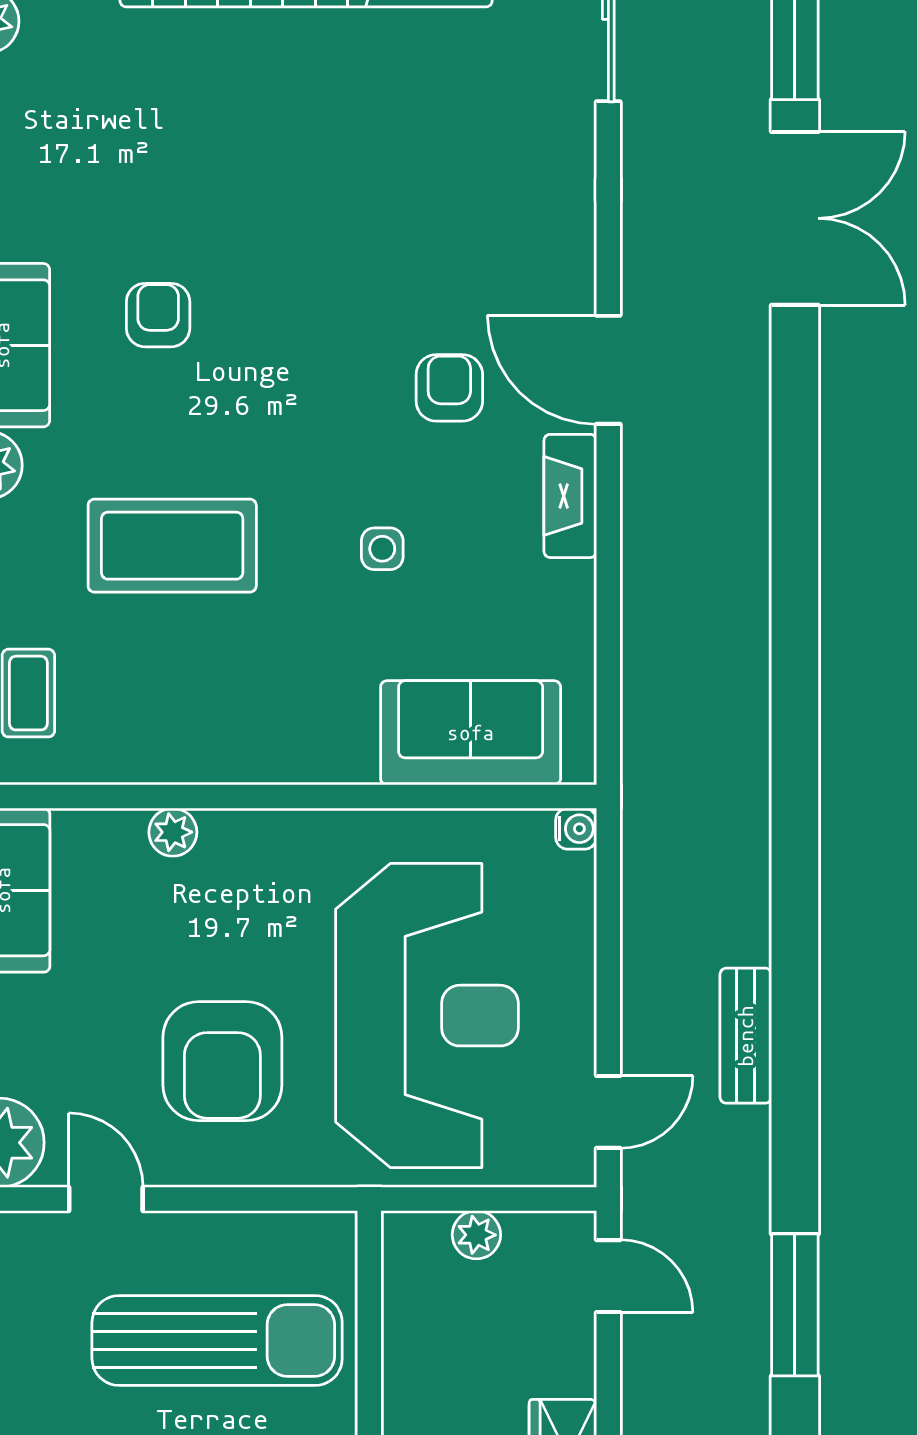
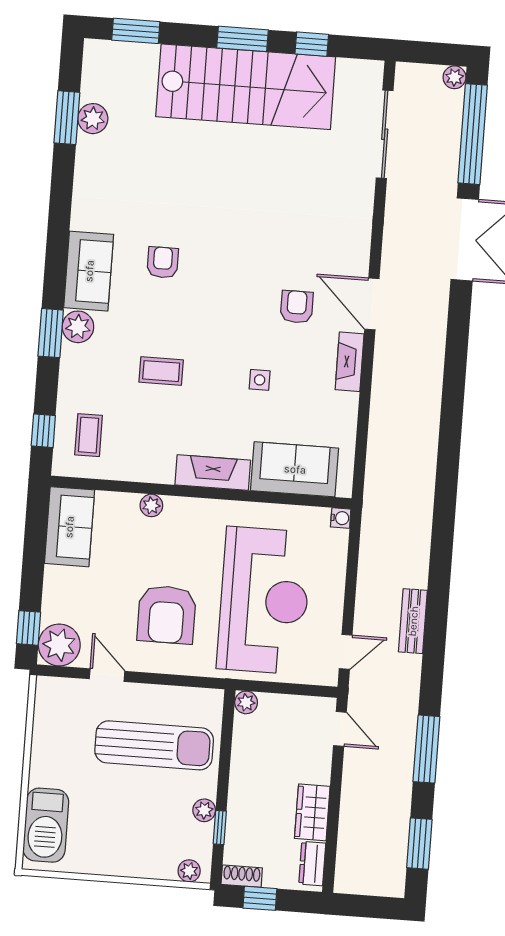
coffee table: (172, 546) -> (161, 371), width x0.54, depth x0.58
fireplace: (298, 753) -> (213, 473), added
plant: (476, 1235) -> (246, 702), moved

